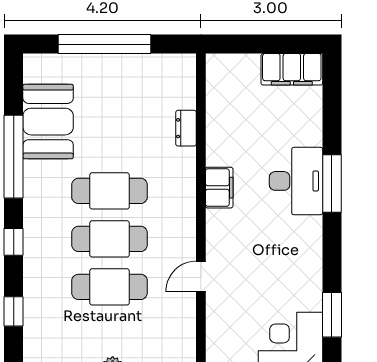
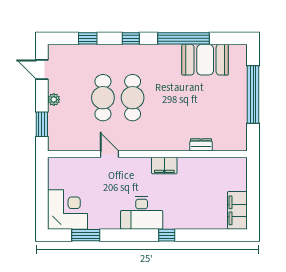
desk: (296, 181) -> (142, 213), moved
window: (332, 184) -> (167, 235), width x0.46
cafe table: (110, 191) -> (162, 98), removed

